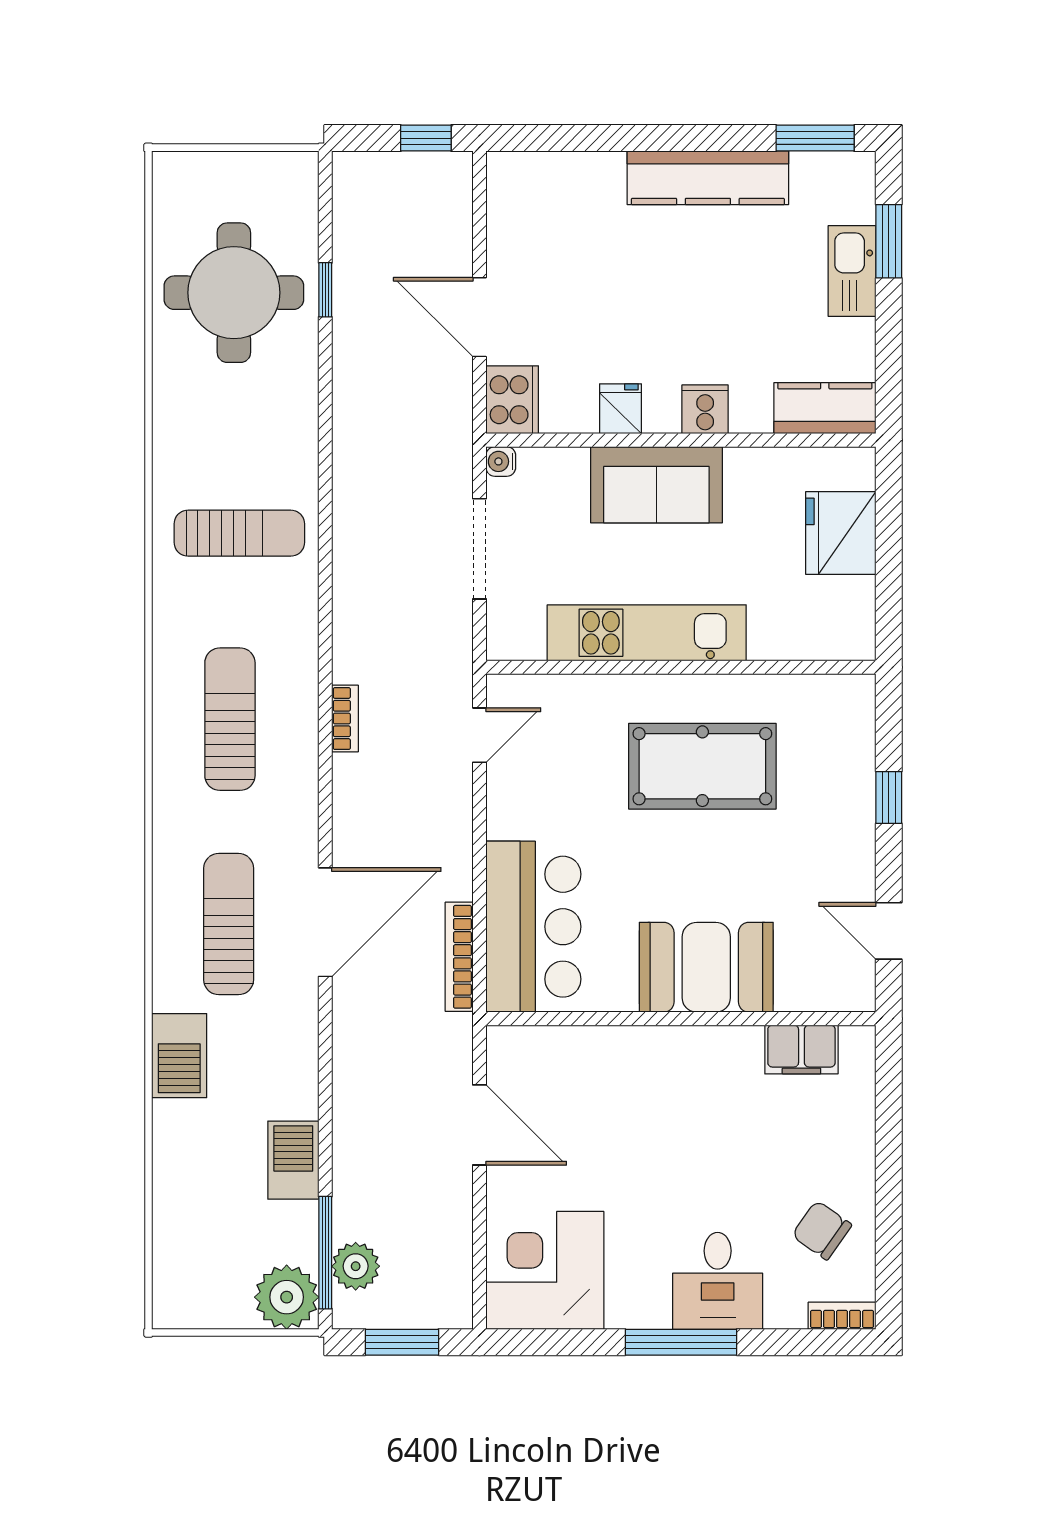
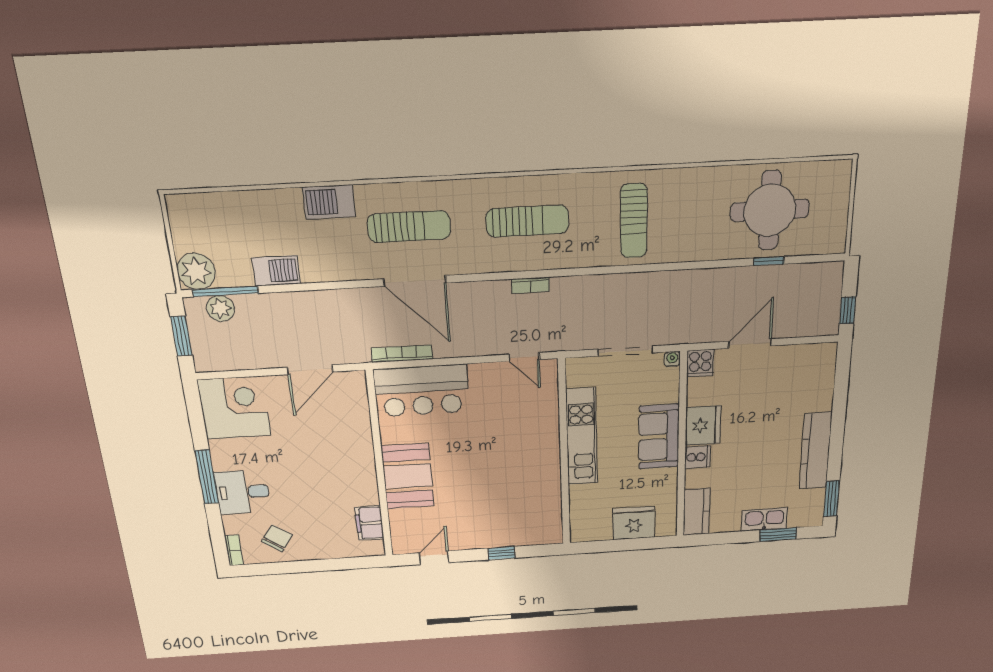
cooker: (512, 400) -> (700, 363), width x0.73
fridge: (621, 409) -> (703, 425), width x1.88, depth x1.34
pool table: (702, 766) -> (513, 468), removed

